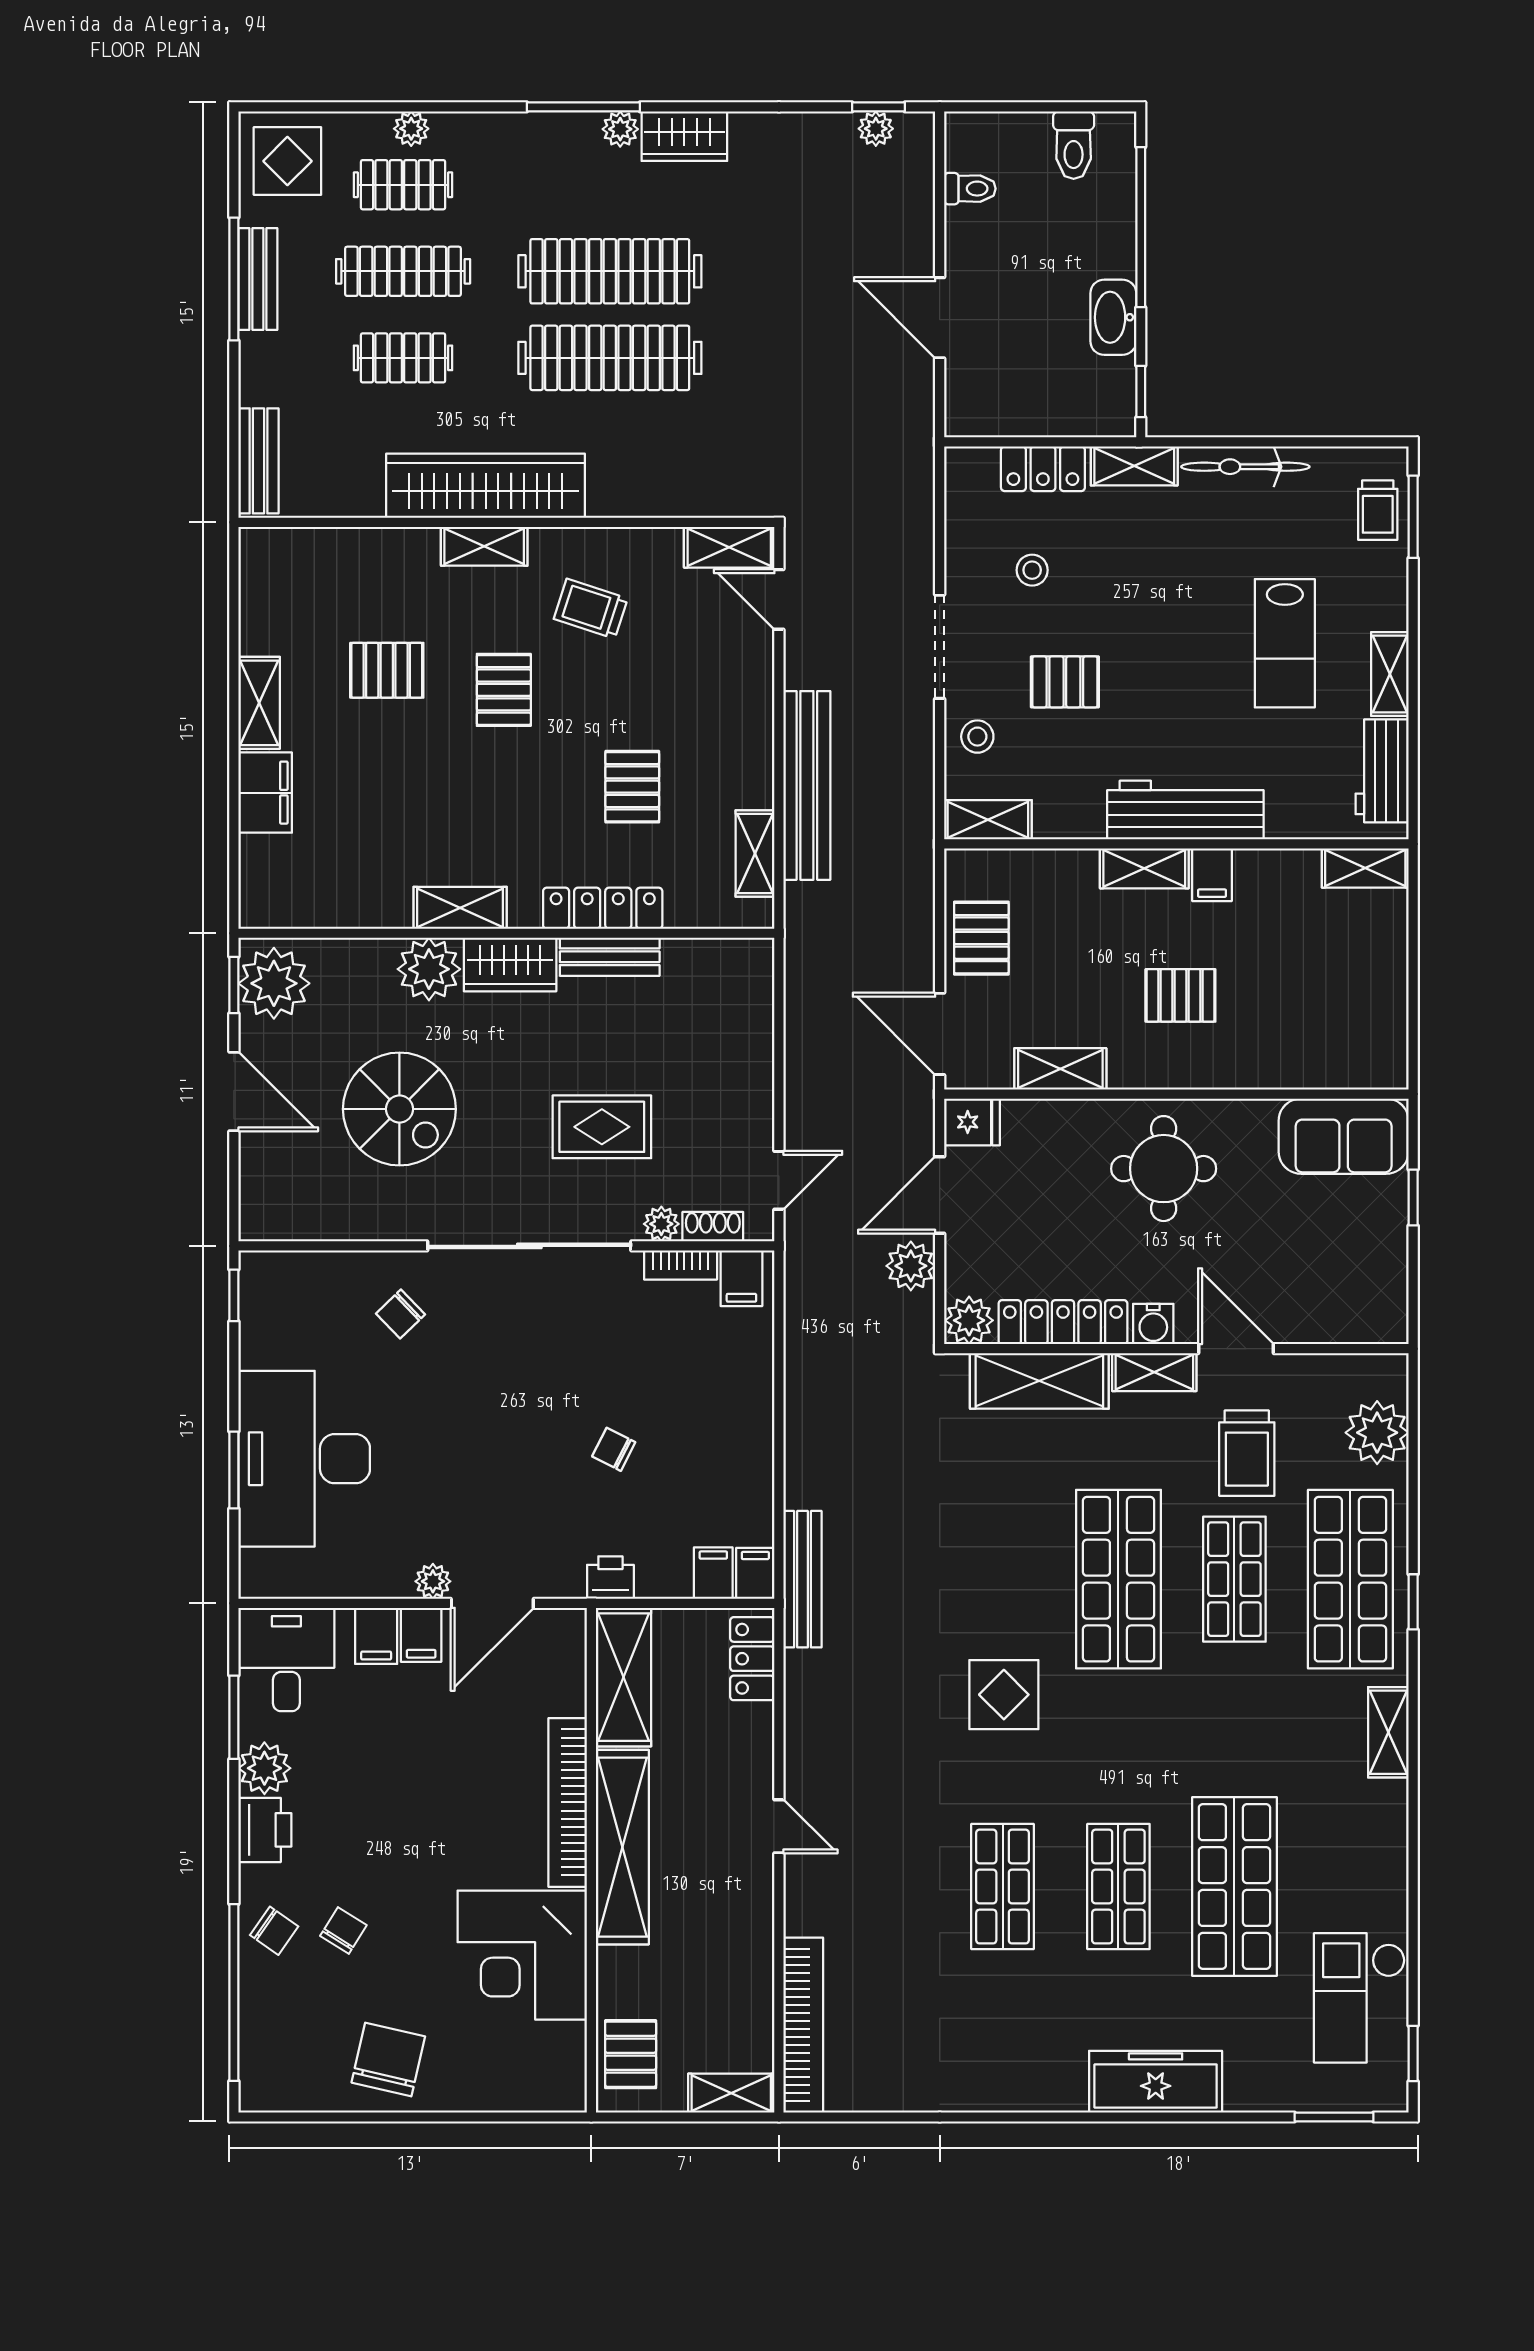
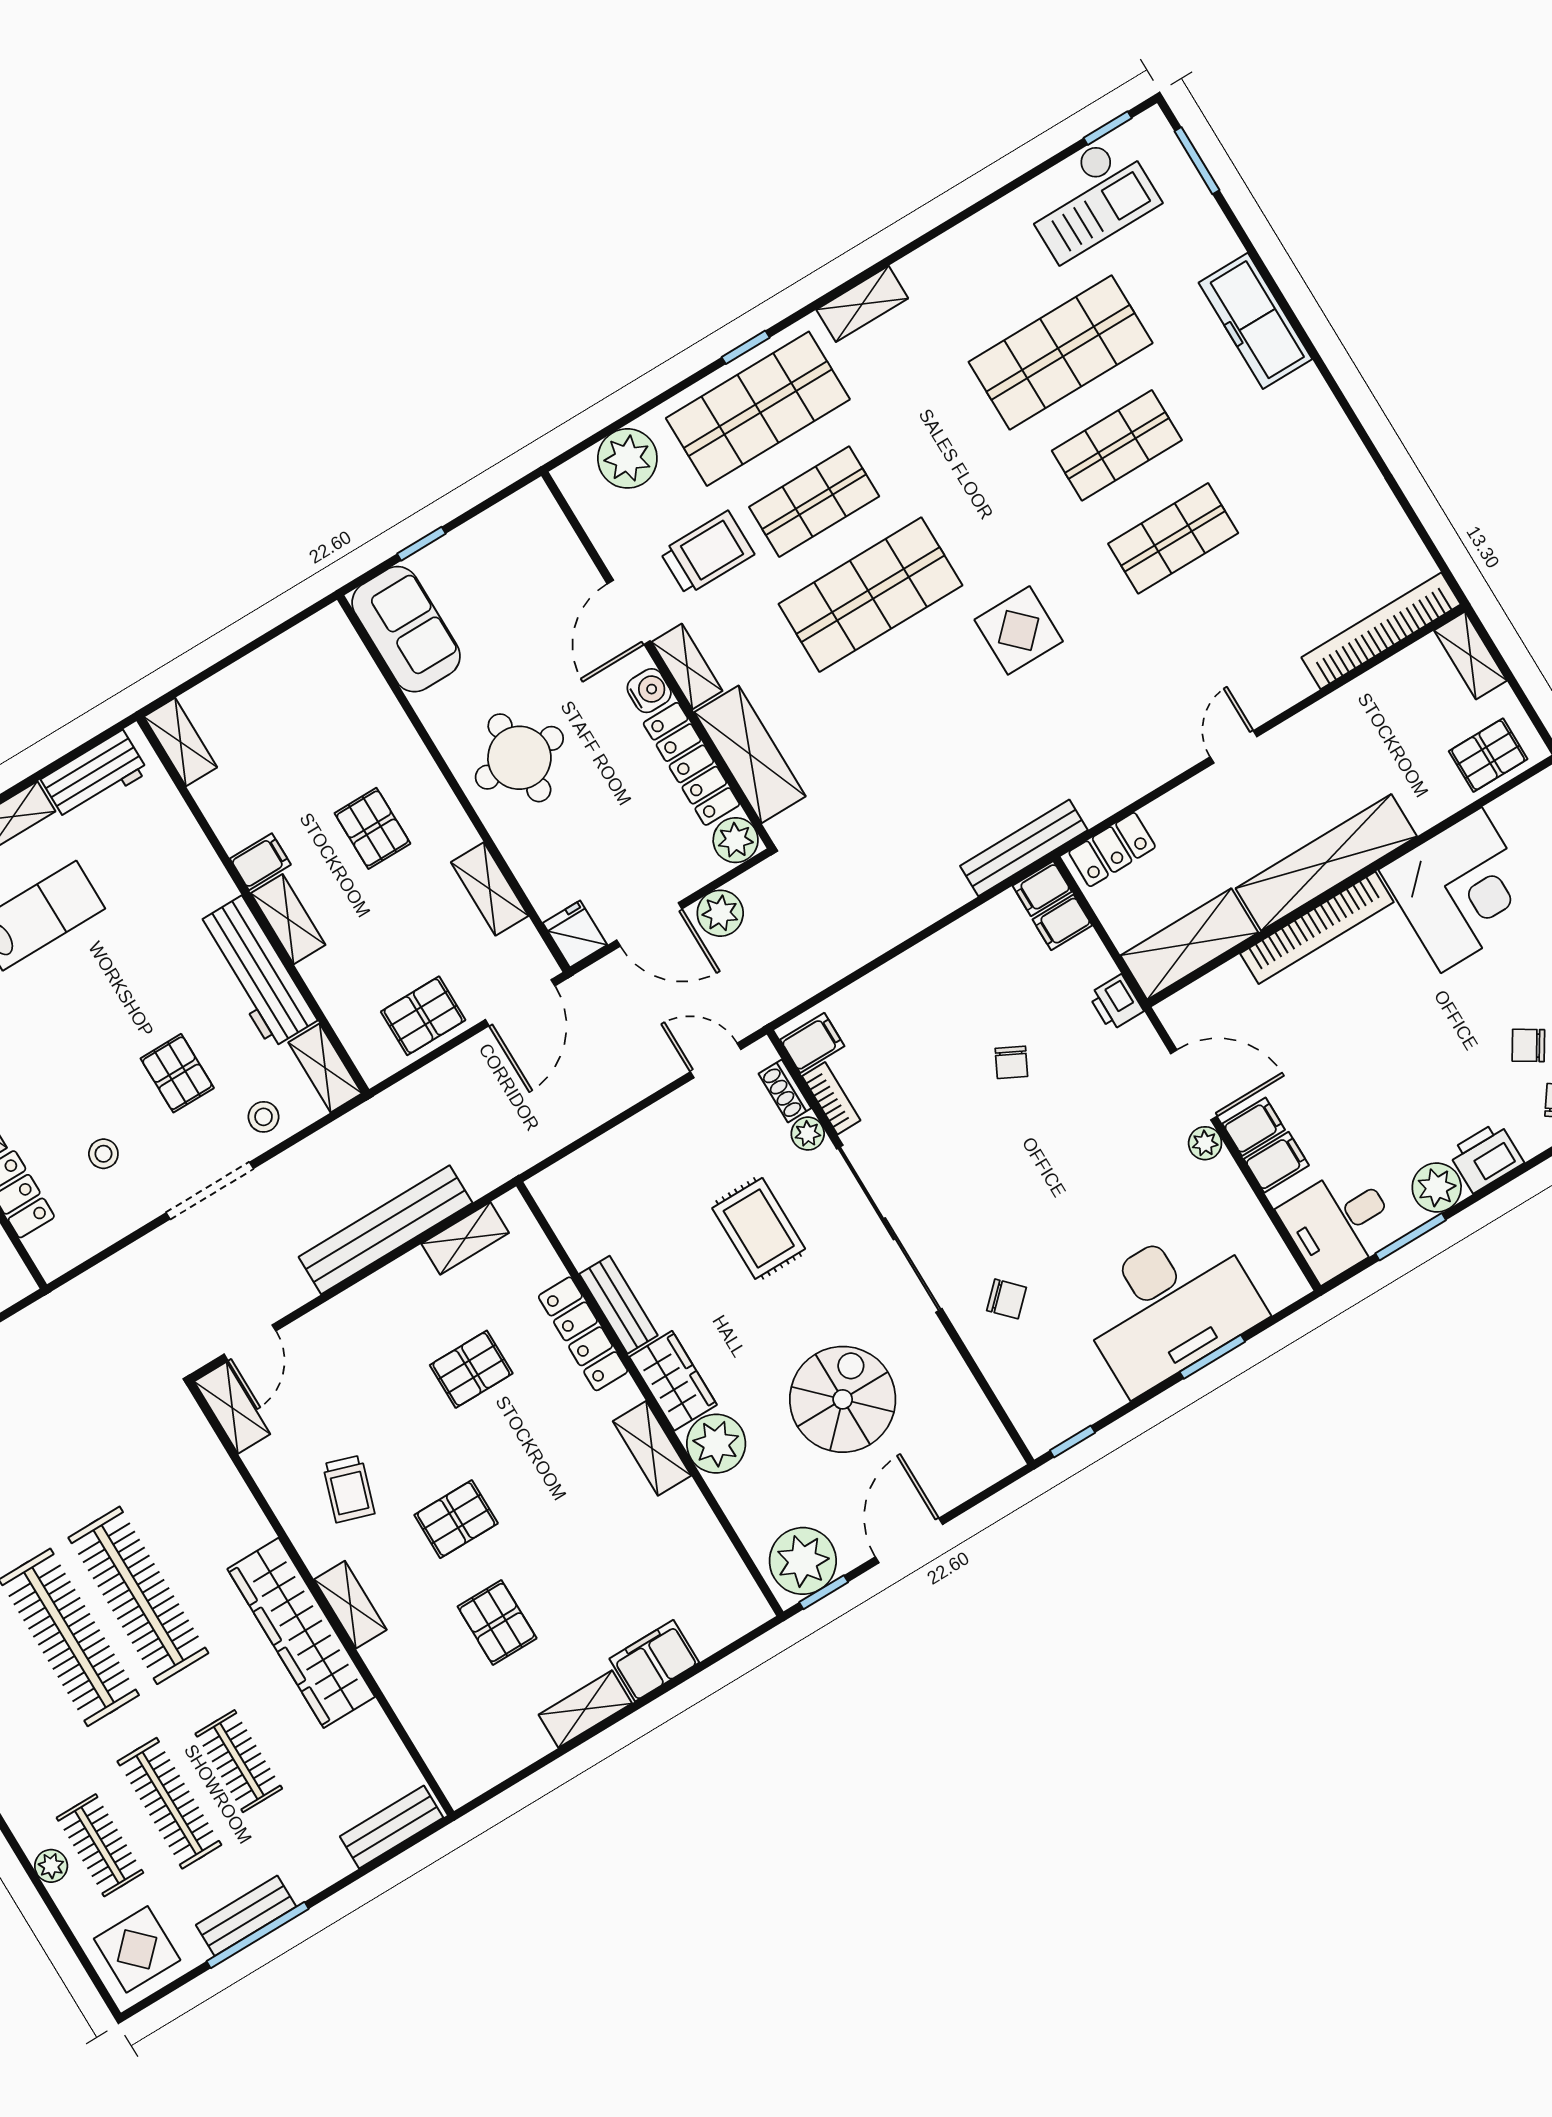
workbench: (1185, 810) -> (256, 972), moved

